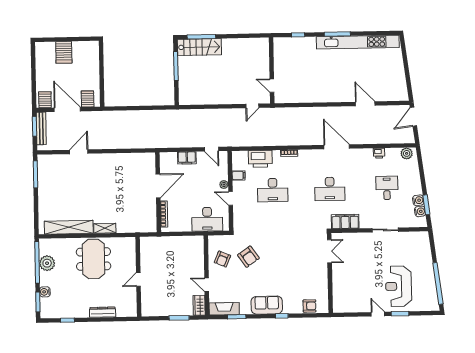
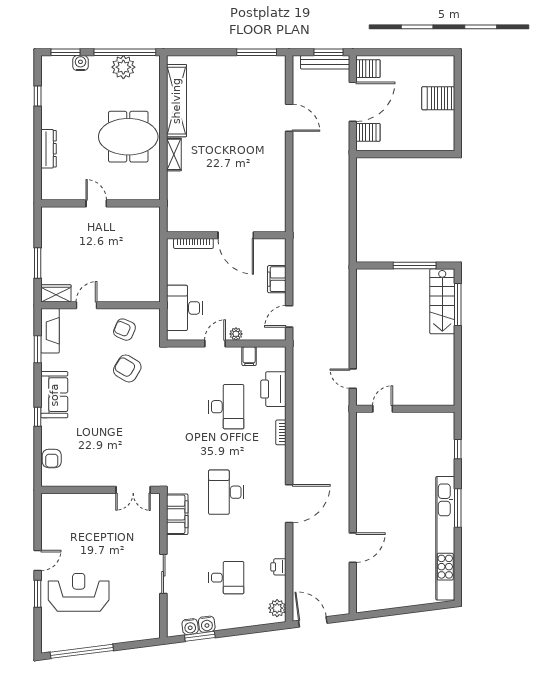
door: (413, 117) -> (313, 622), moved
desk: (273, 190) -> (226, 407), turned 180
armchair: (248, 257) -> (127, 369), turned 66

